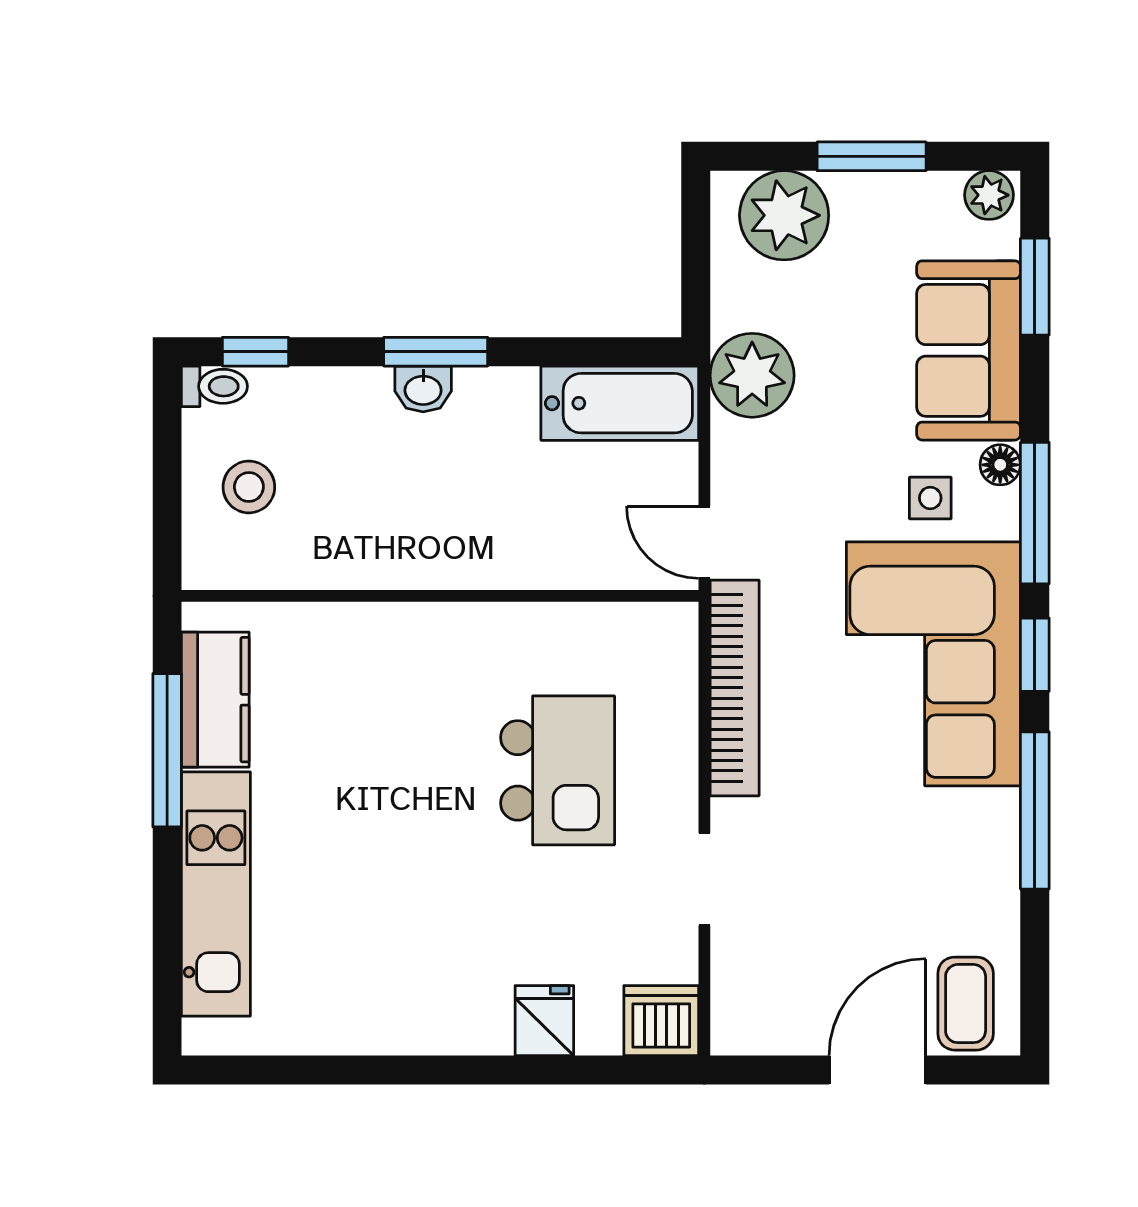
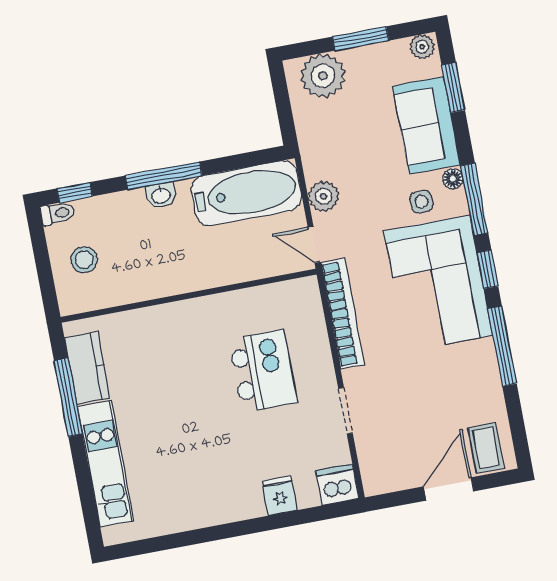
window: (436, 352) -> (164, 176), width x1.44
plant: (752, 375) -> (324, 196), moved, width x0.73, depth x0.73
bathtub: (620, 403) -> (246, 193), width x1.36, depth x1.36

